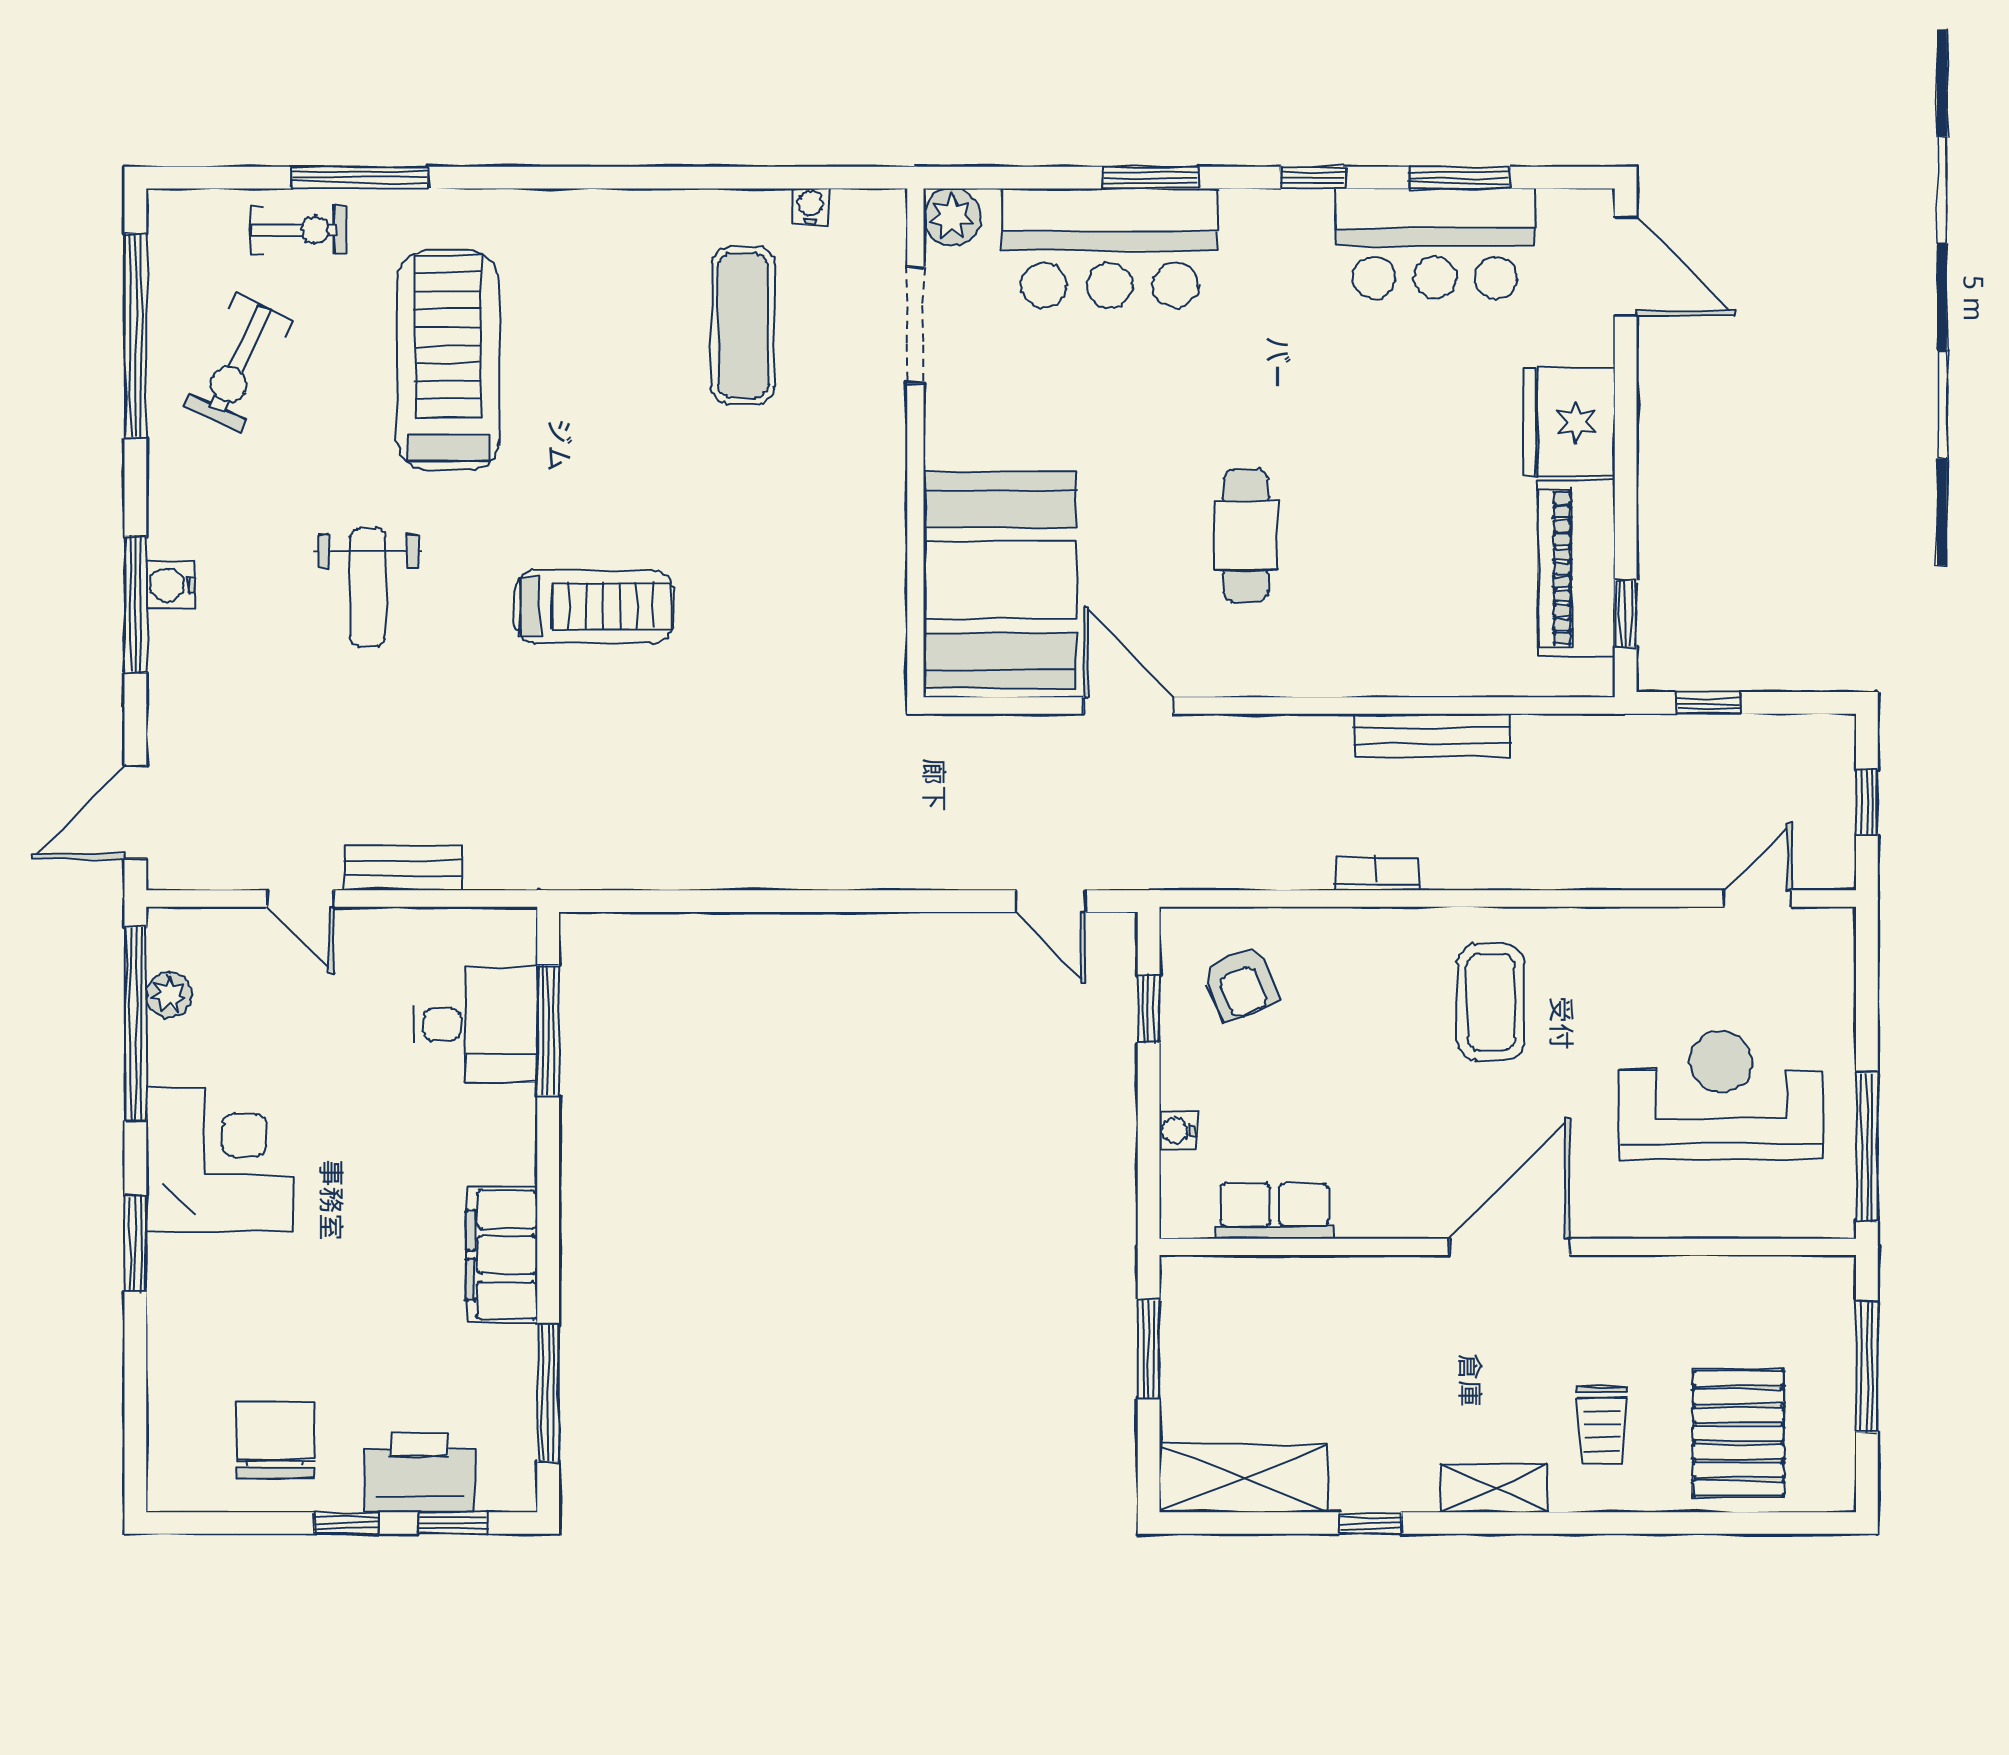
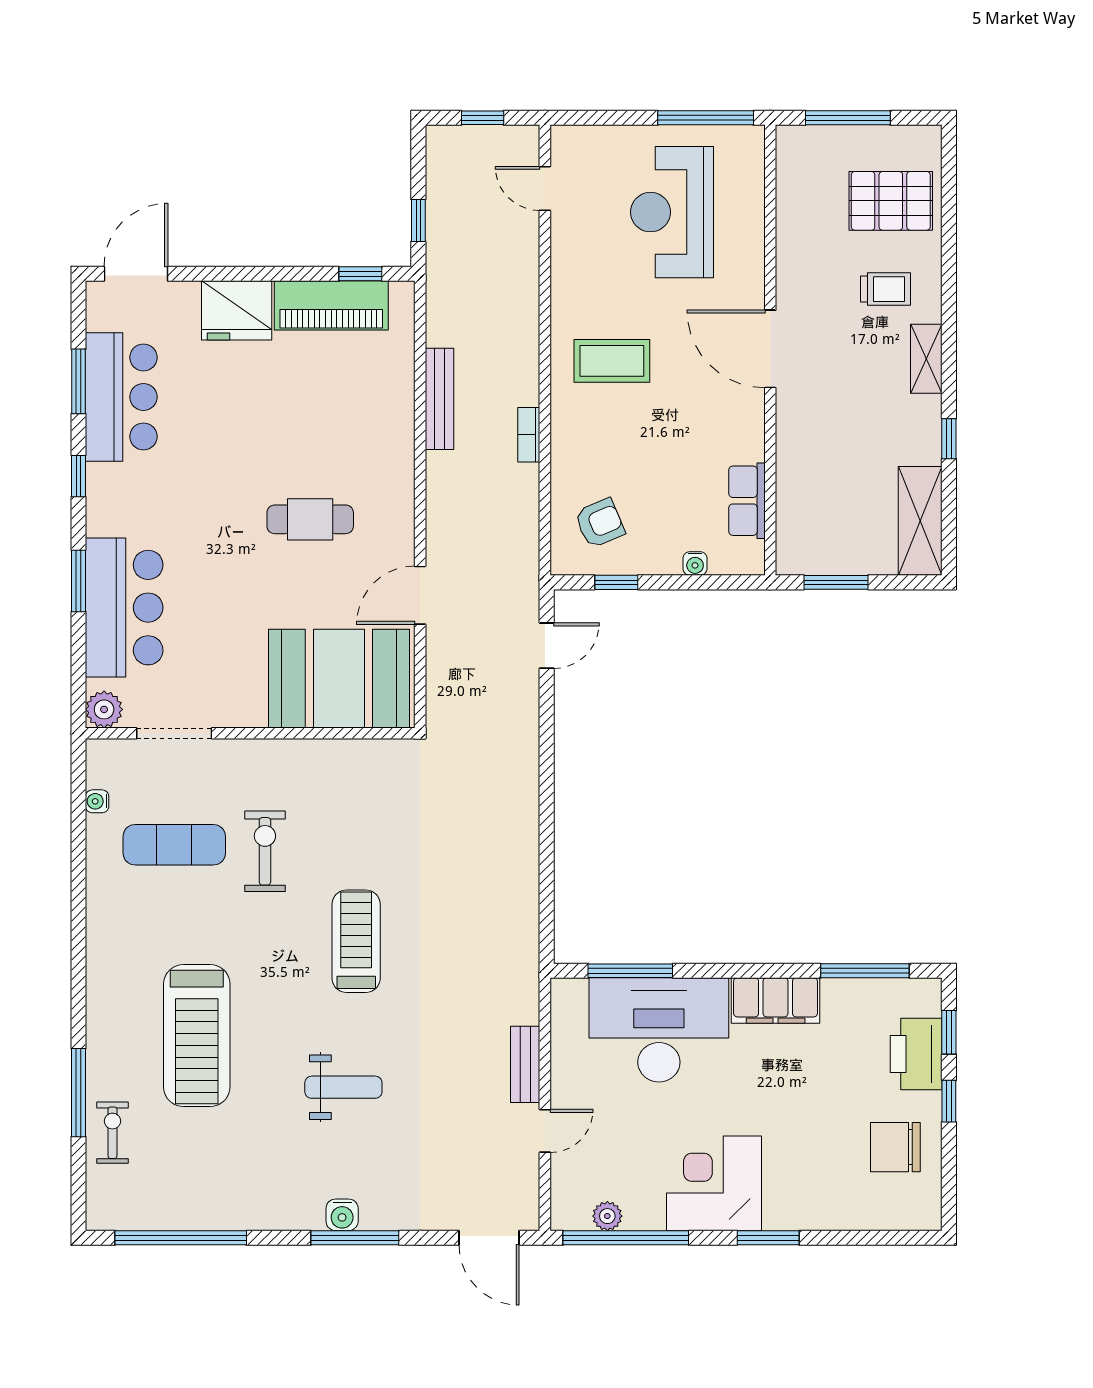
treadmill: (448, 360) -> (197, 1036), turned -90
exercise bike: (238, 364) -> (265, 851), moved, turned -115
desk: (475, 1025) -> (659, 1030), width x1.87, depth x1.30

